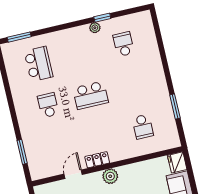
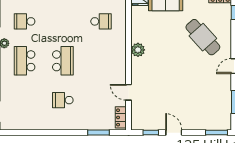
school desk: (39, 64) -> (25, 61), moved, turned -90
locker: (97, 160) -> (121, 117), moved
plant: (110, 176) -> (138, 50), moved

